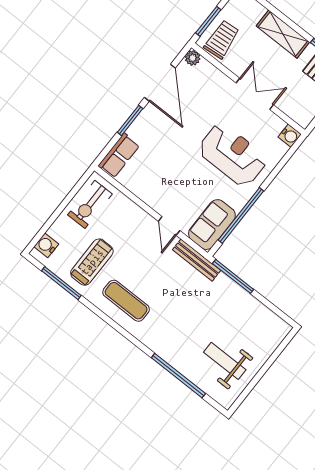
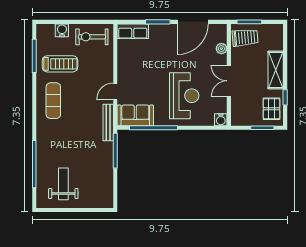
plant: (193, 58) -> (221, 49), moved
double door: (255, 94) -> (229, 81), swing flipped
water cooler: (46, 245) -> (62, 30), moved

